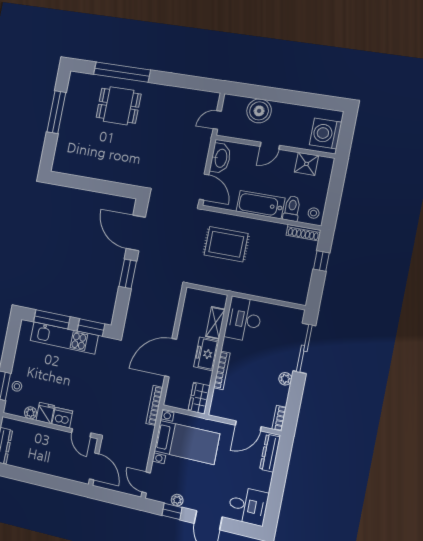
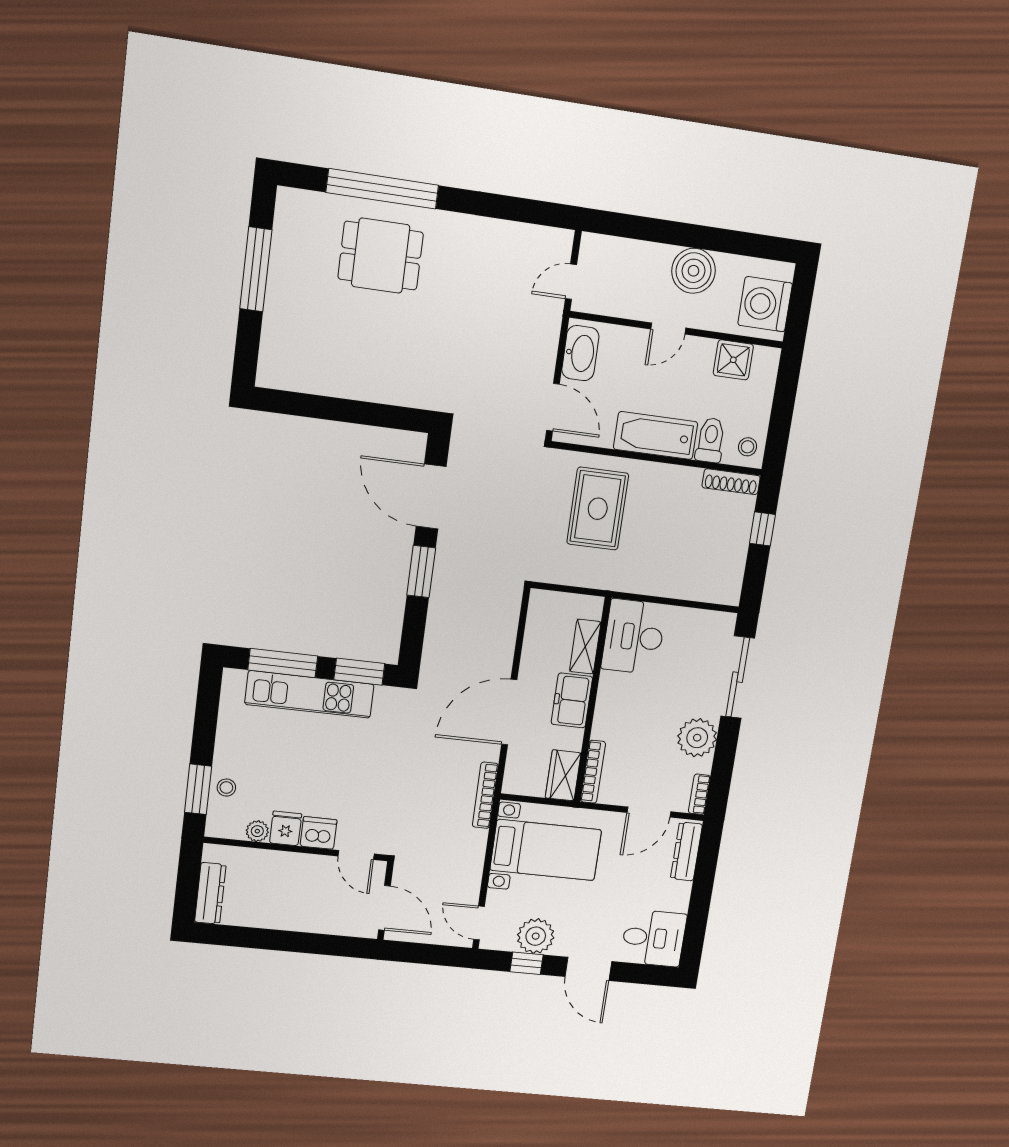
boiler: (259, 111) -> (694, 271), moved
rug: (226, 244) -> (598, 509), turned 90
bookcase: (222, 370) -> (593, 772), moved
plant: (285, 379) -> (697, 738), width x1.88, depth x1.88
plant: (177, 500) -> (536, 936), width x1.88, depth x1.88

